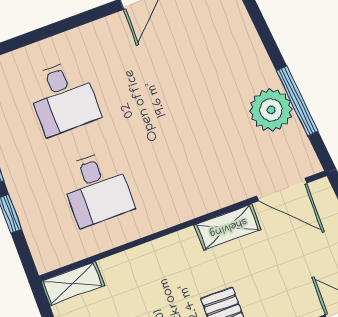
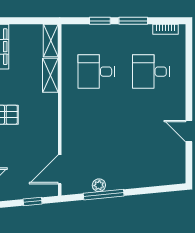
plant: (271, 110) -> (99, 185), width x0.53, depth x0.53
shelving: (228, 227) -> (50, 75), moved

